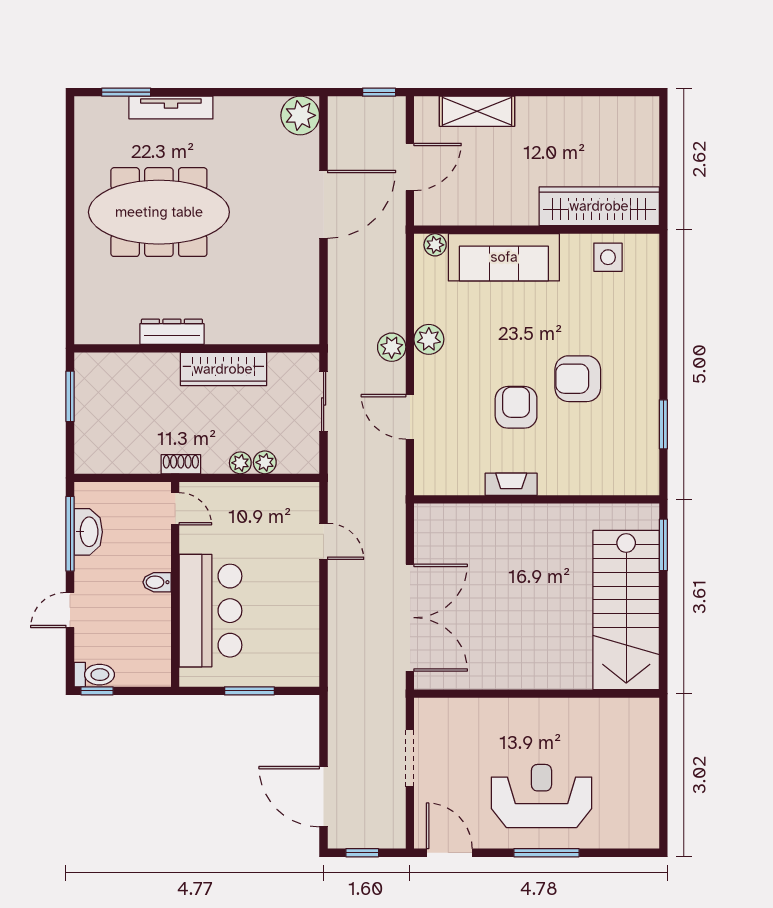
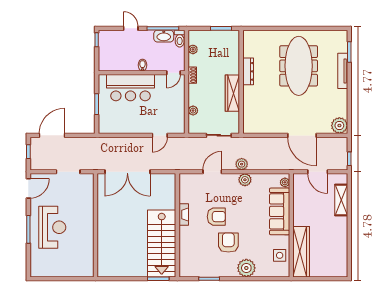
plant: (638, 336) -> (246, 268), added
plant: (240, 463) -> (193, 49), moved
stairs: (626, 610) -> (162, 243), moved, turned -90
toilet: (94, 675) -> (180, 39), moved

